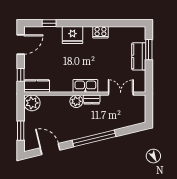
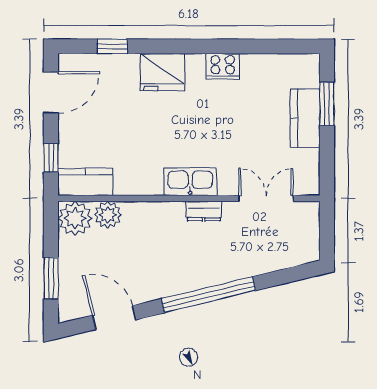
plant: (76, 101) -> (108, 215), moved

